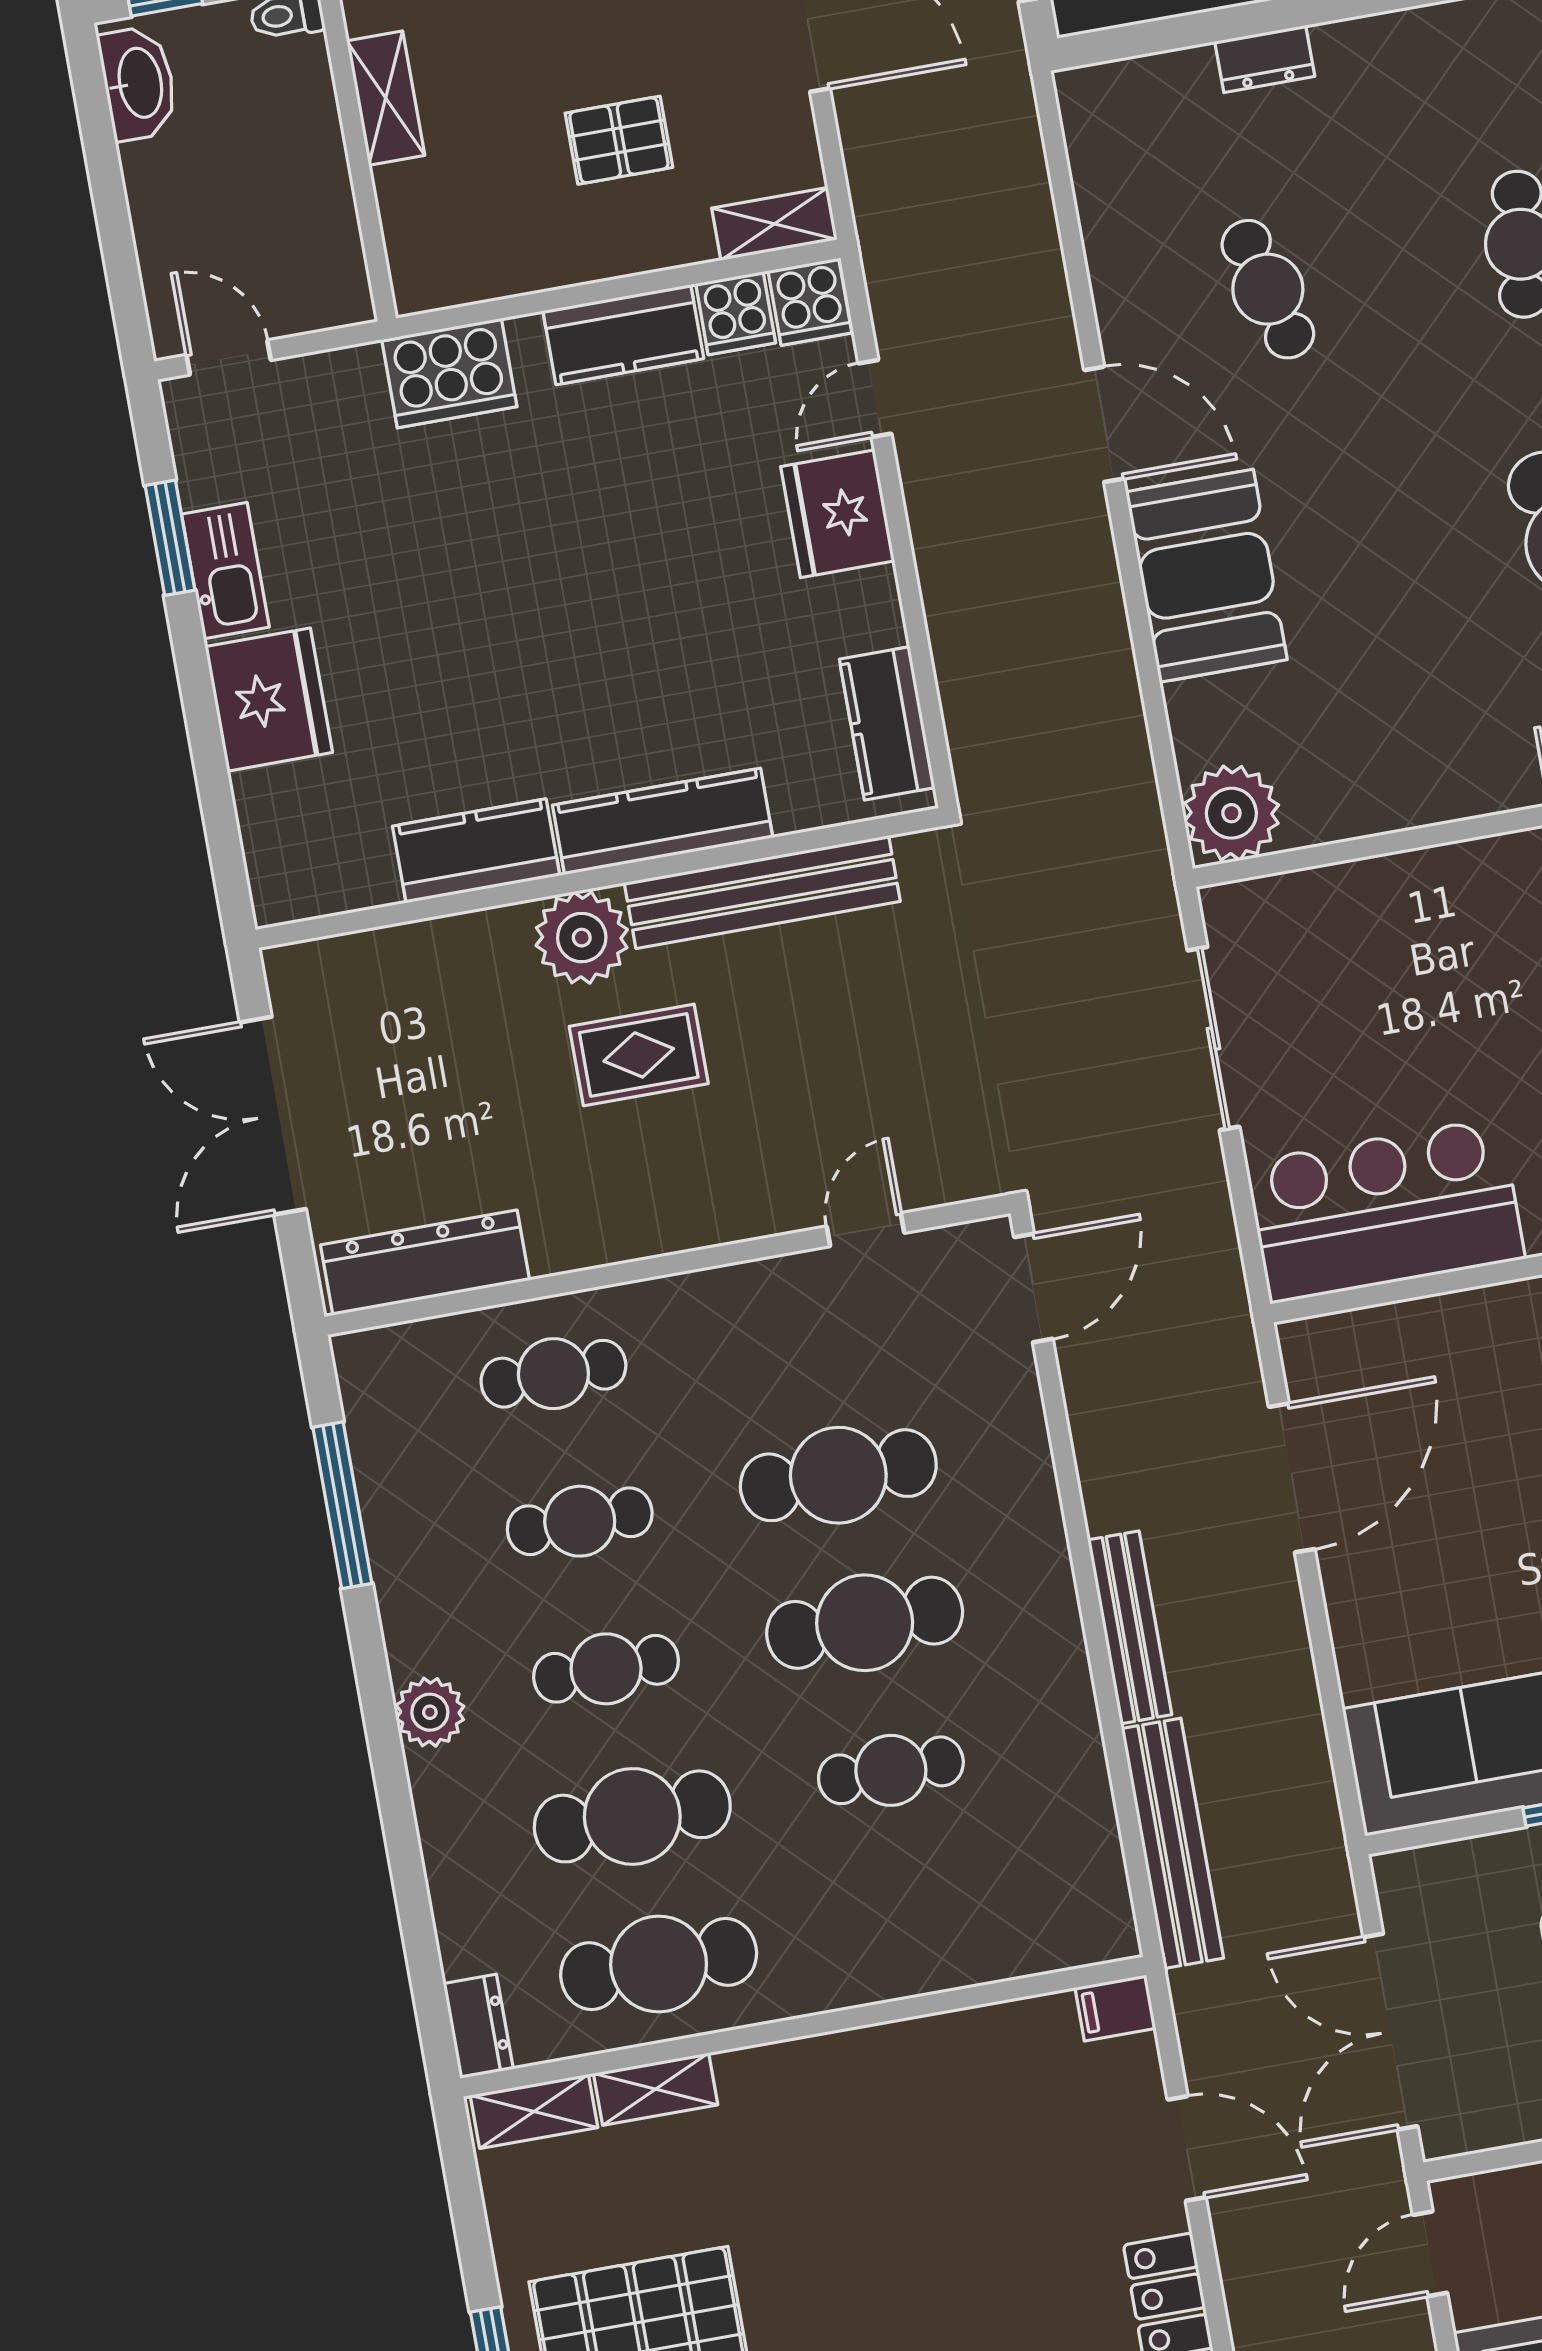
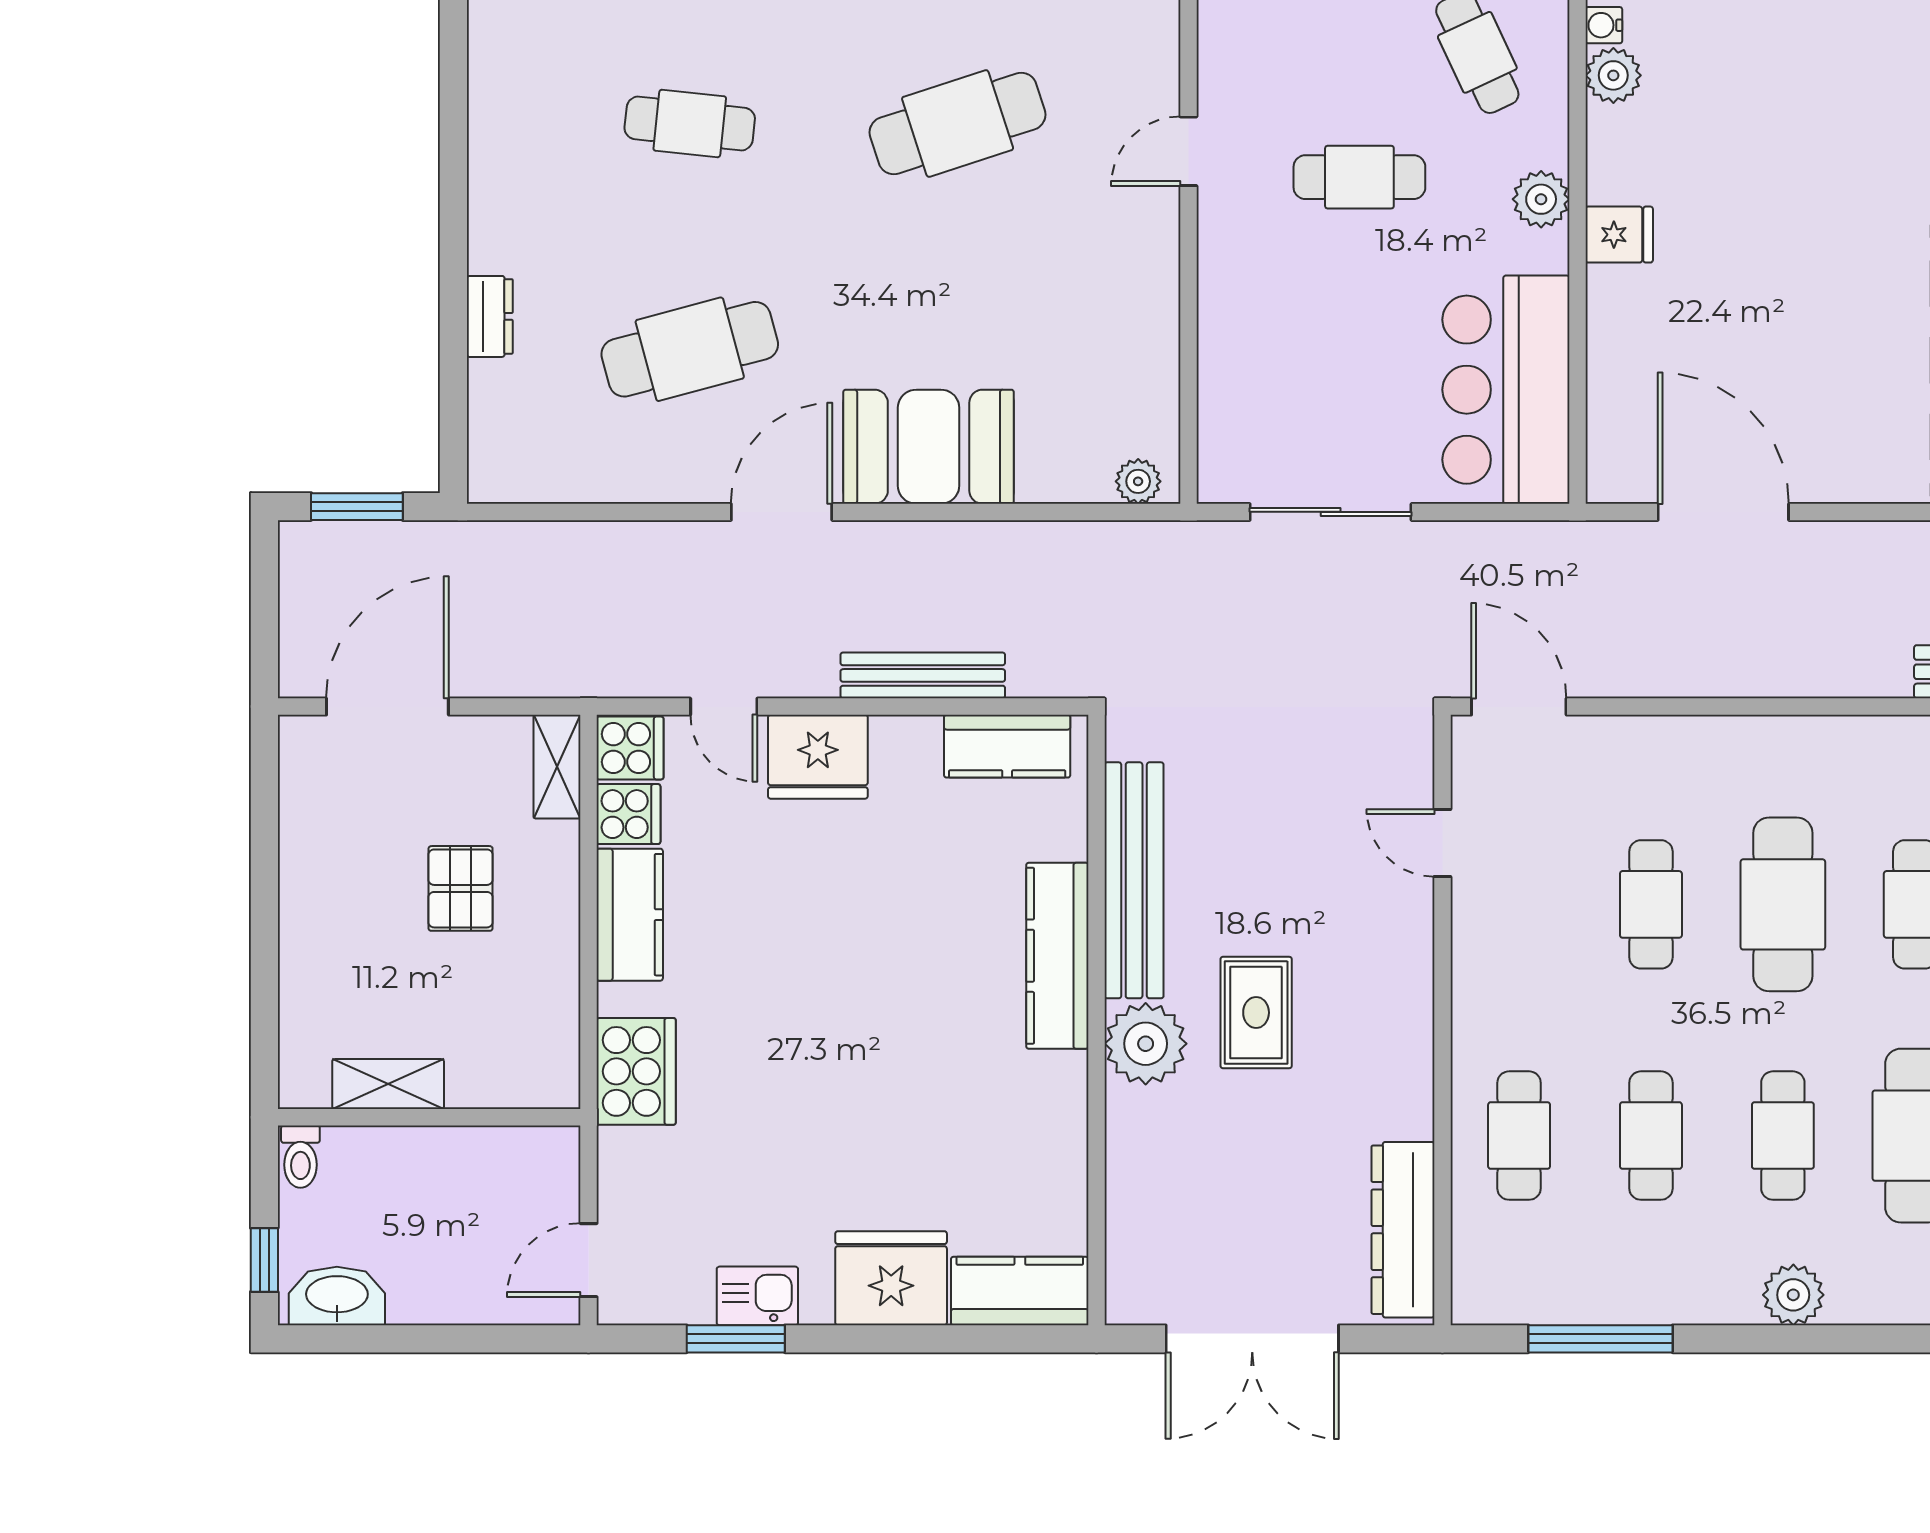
cafe table: (1268, 289) -> (690, 349), width x1.37, depth x1.35
kitchen sink: (225, 571) -> (757, 1296), width x0.73
plant: (1231, 813) -> (1138, 481), width x0.53, depth x0.53
kitchen counter: (476, 851) -> (1020, 1291), moved, turned 90
cafe table: (838, 1475) -> (1651, 904), width x0.73, depth x0.74
bench: (1130, 1627) -> (923, 675), moved

